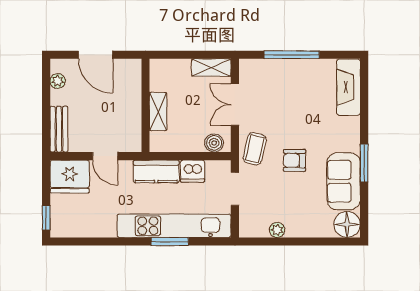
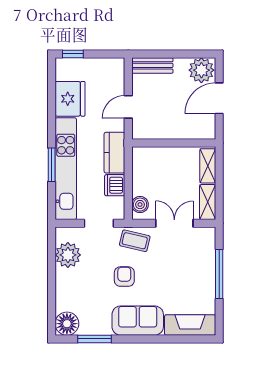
plant: (58, 81) -> (201, 70), width x1.88, depth x1.88
shelving: (158, 112) -> (208, 166), moved, turned 90
window: (364, 163) -> (95, 339), moved
fridge: (70, 177) -> (70, 99), moved, turned 180
sofa: (344, 181) -> (138, 321), moved
plant: (277, 230) -> (68, 255), width x1.88, depth x1.88

